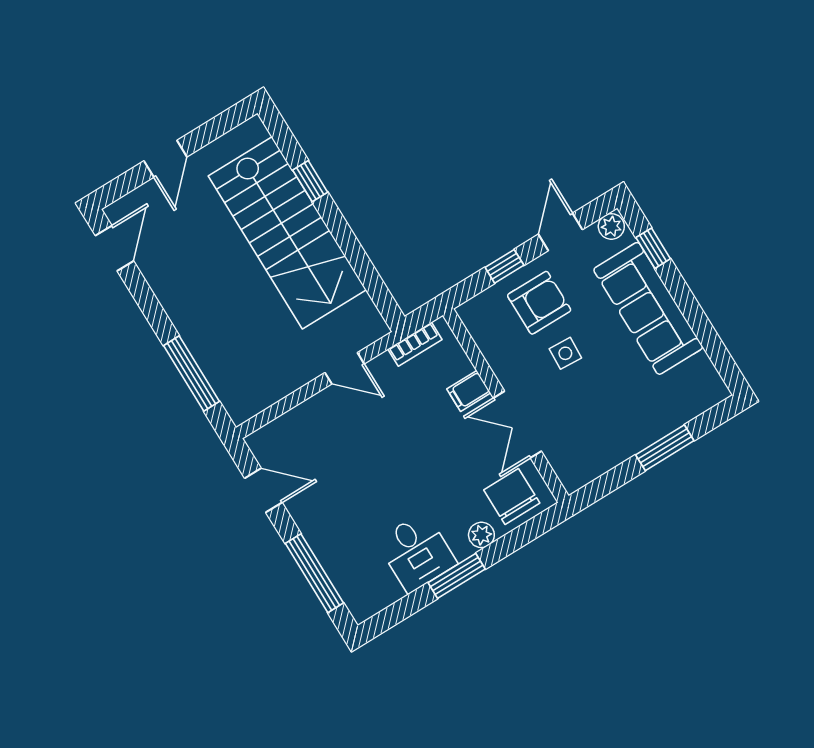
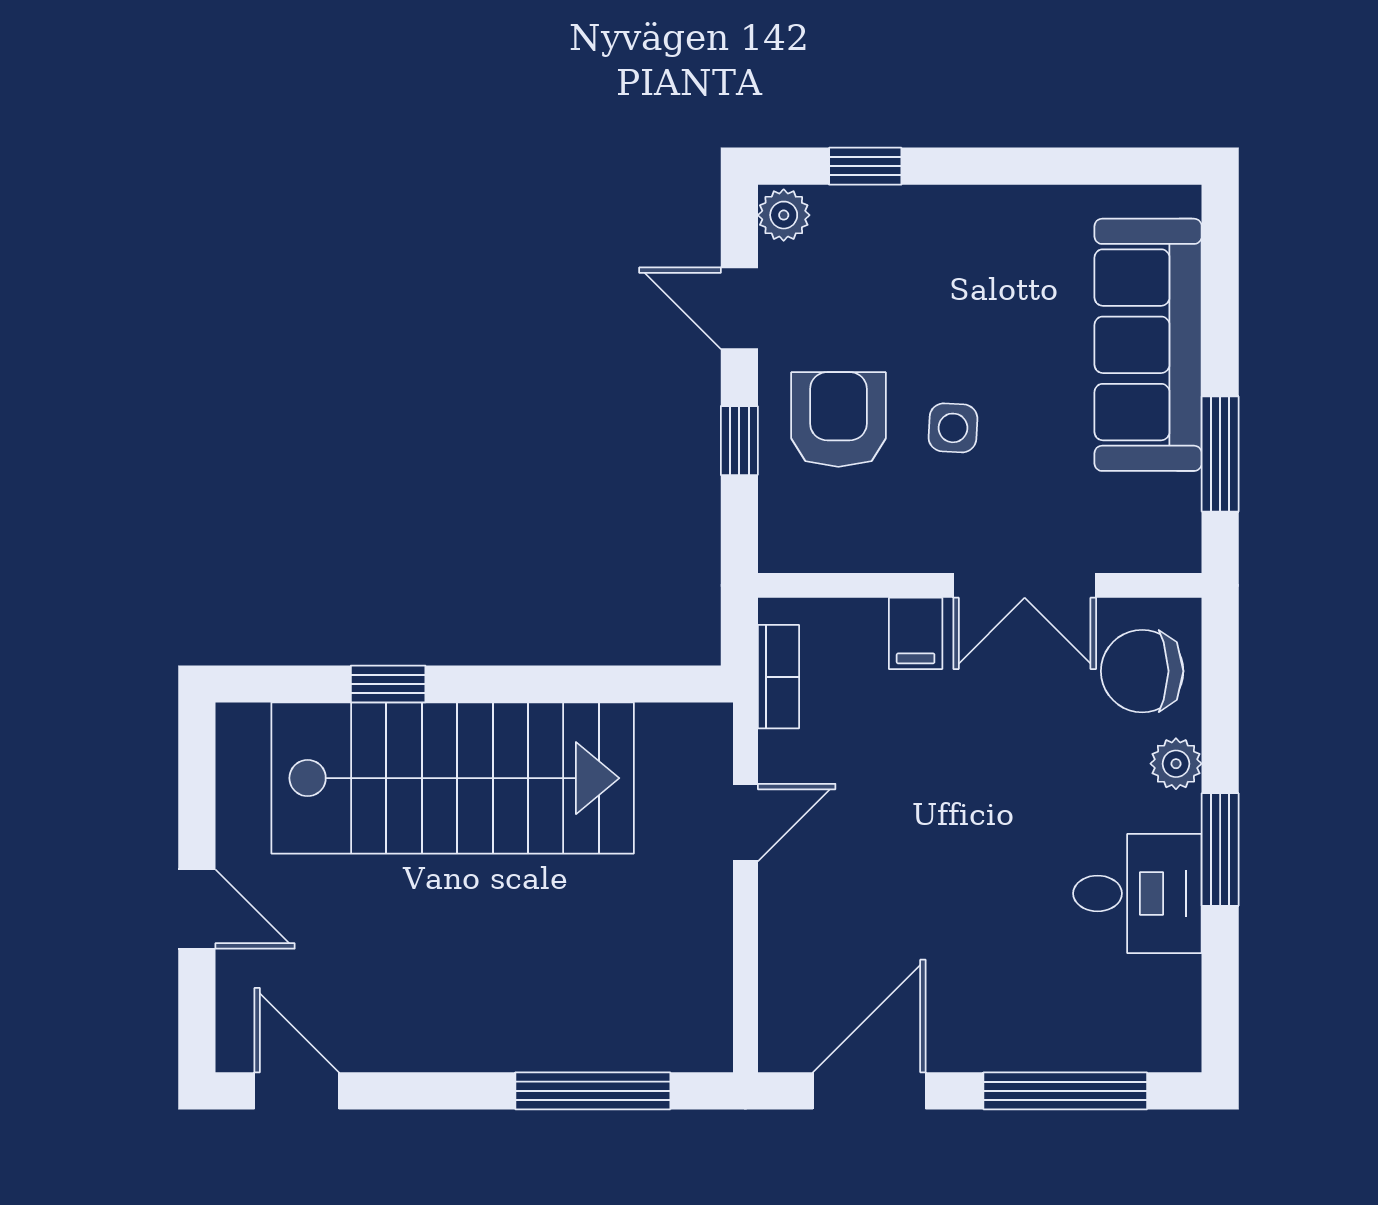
sofa: (648, 308) -> (1148, 345), moved, turned 90
window: (665, 448) -> (1220, 454), moved
door: (263, 490) -> (869, 1091), width x1.38

